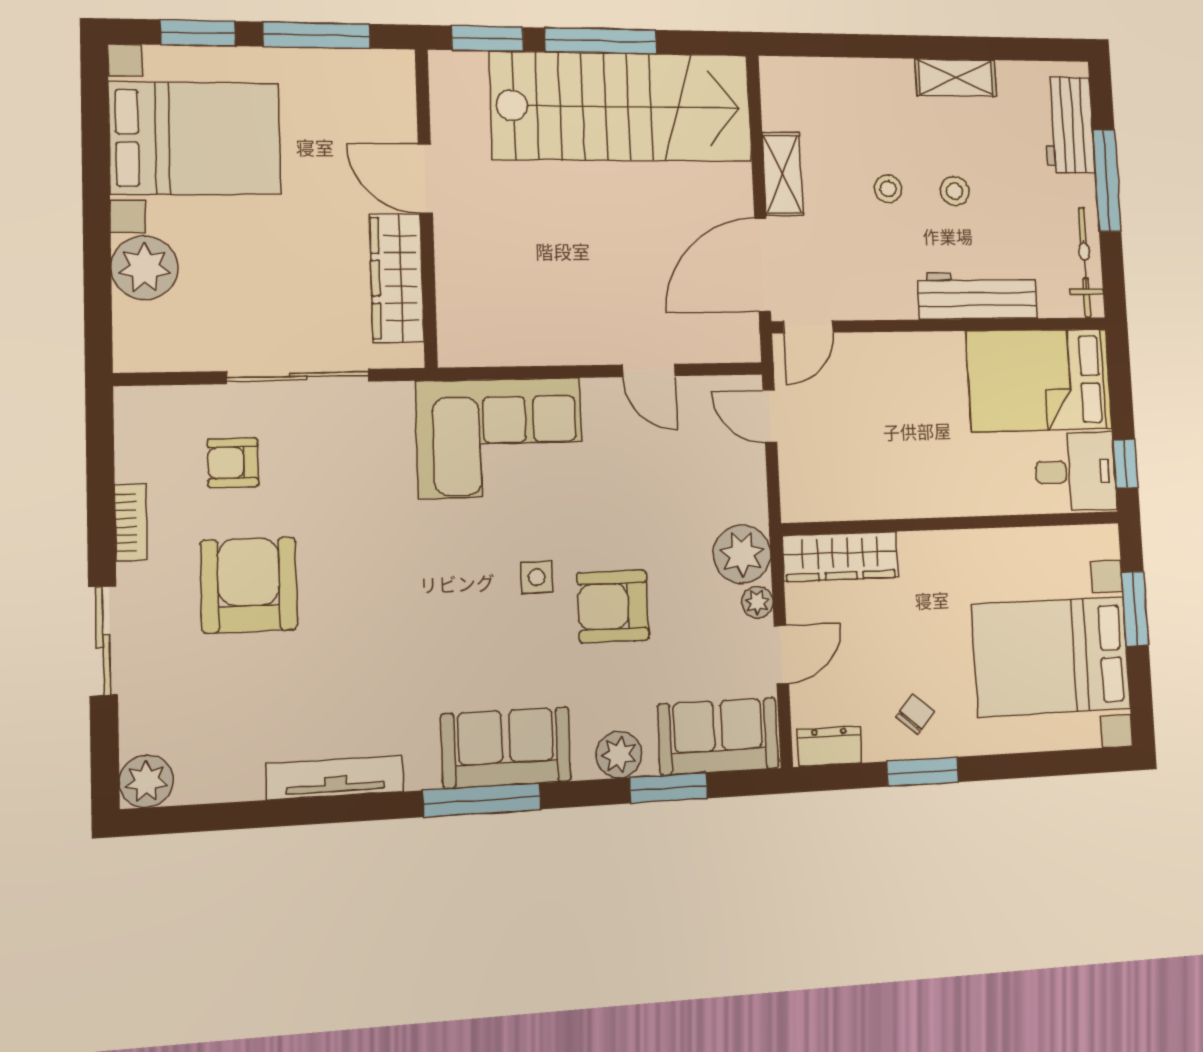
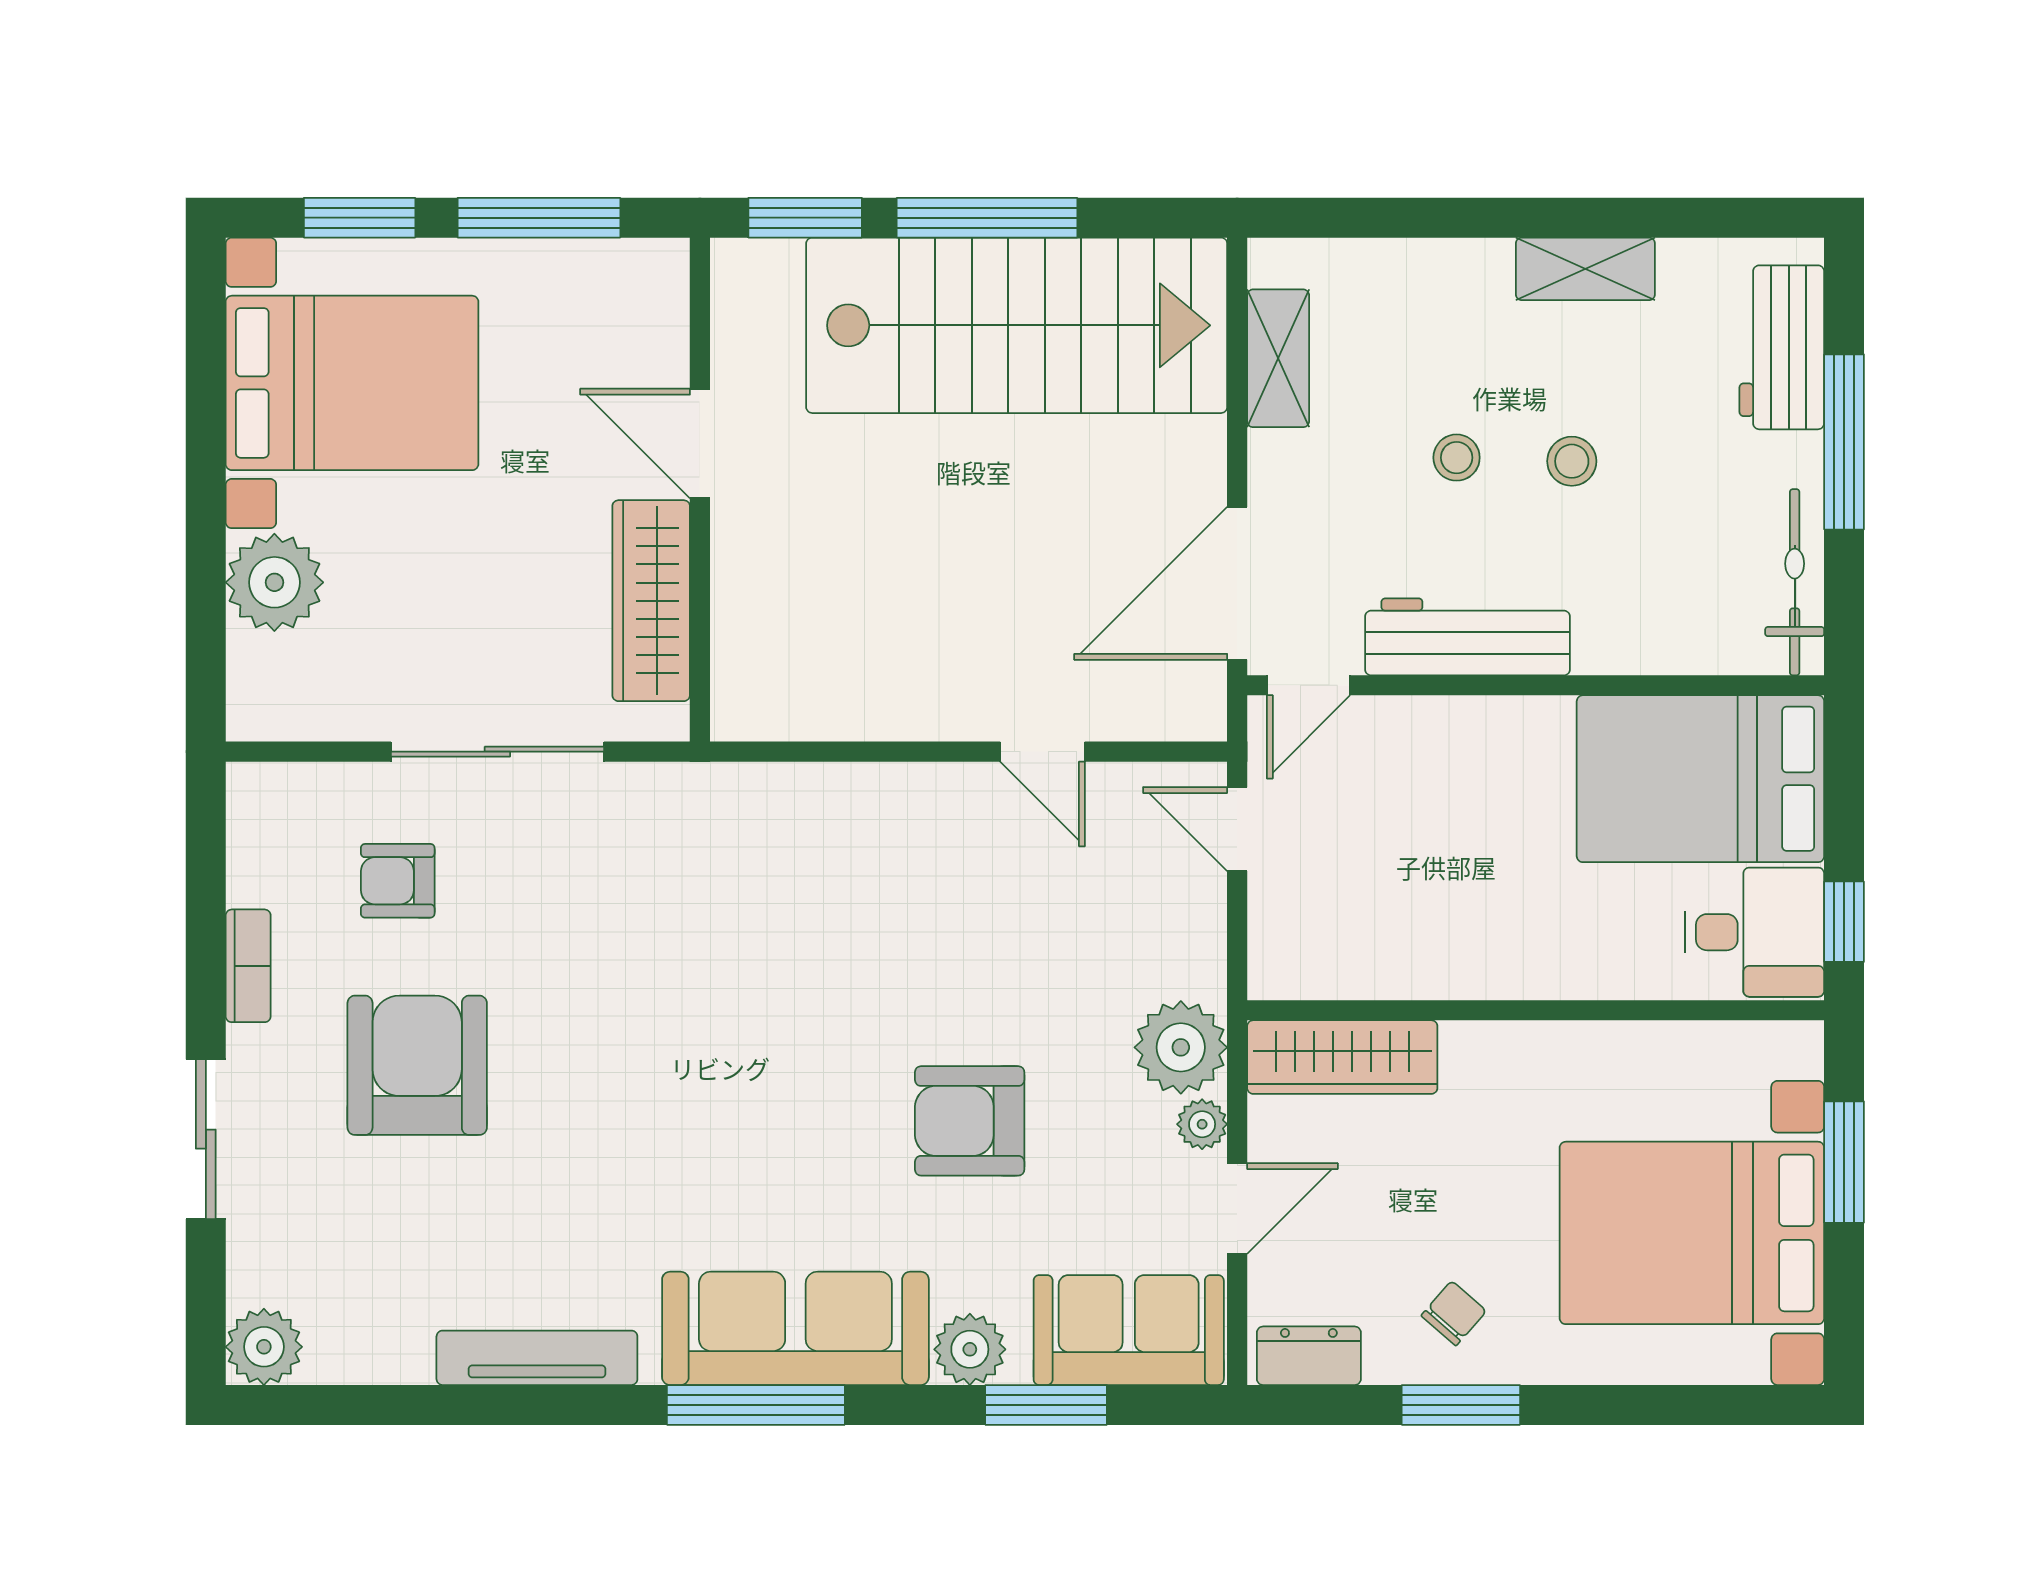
shelving: (783, 174) -> (1278, 358), moved
workbench: (977, 296) -> (1468, 637), moved
corner sofa: (500, 438) -> (802, 853), removed
side table: (537, 577) -> (852, 1071), removed
sofa: (506, 747) -> (795, 1328), width x1.36

